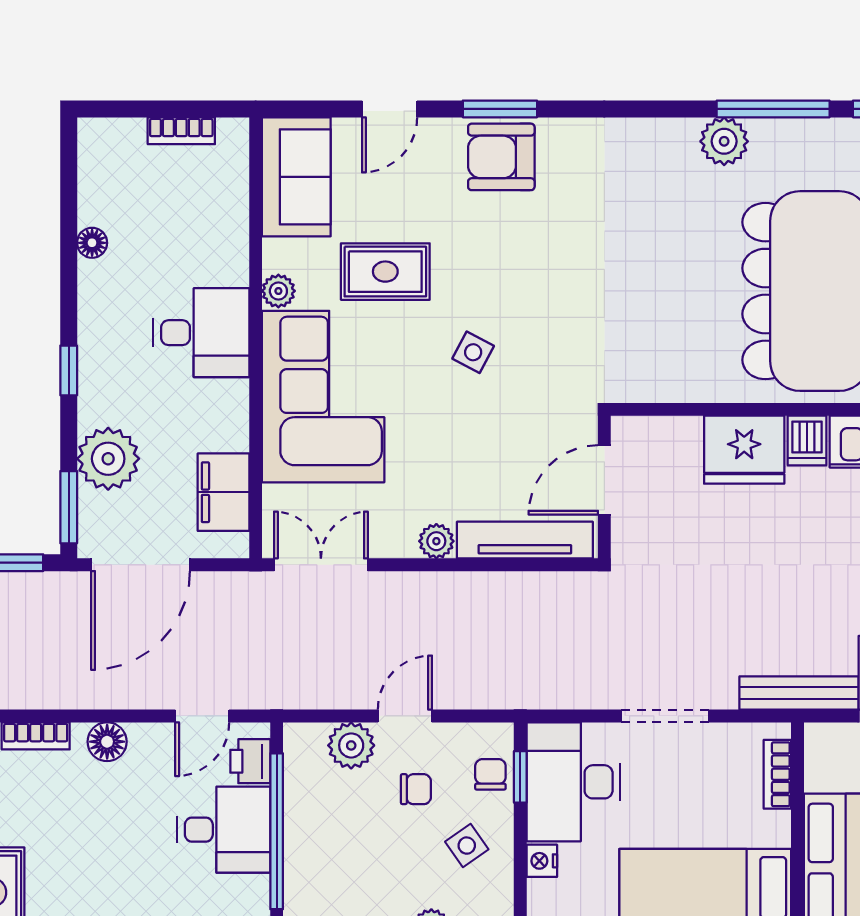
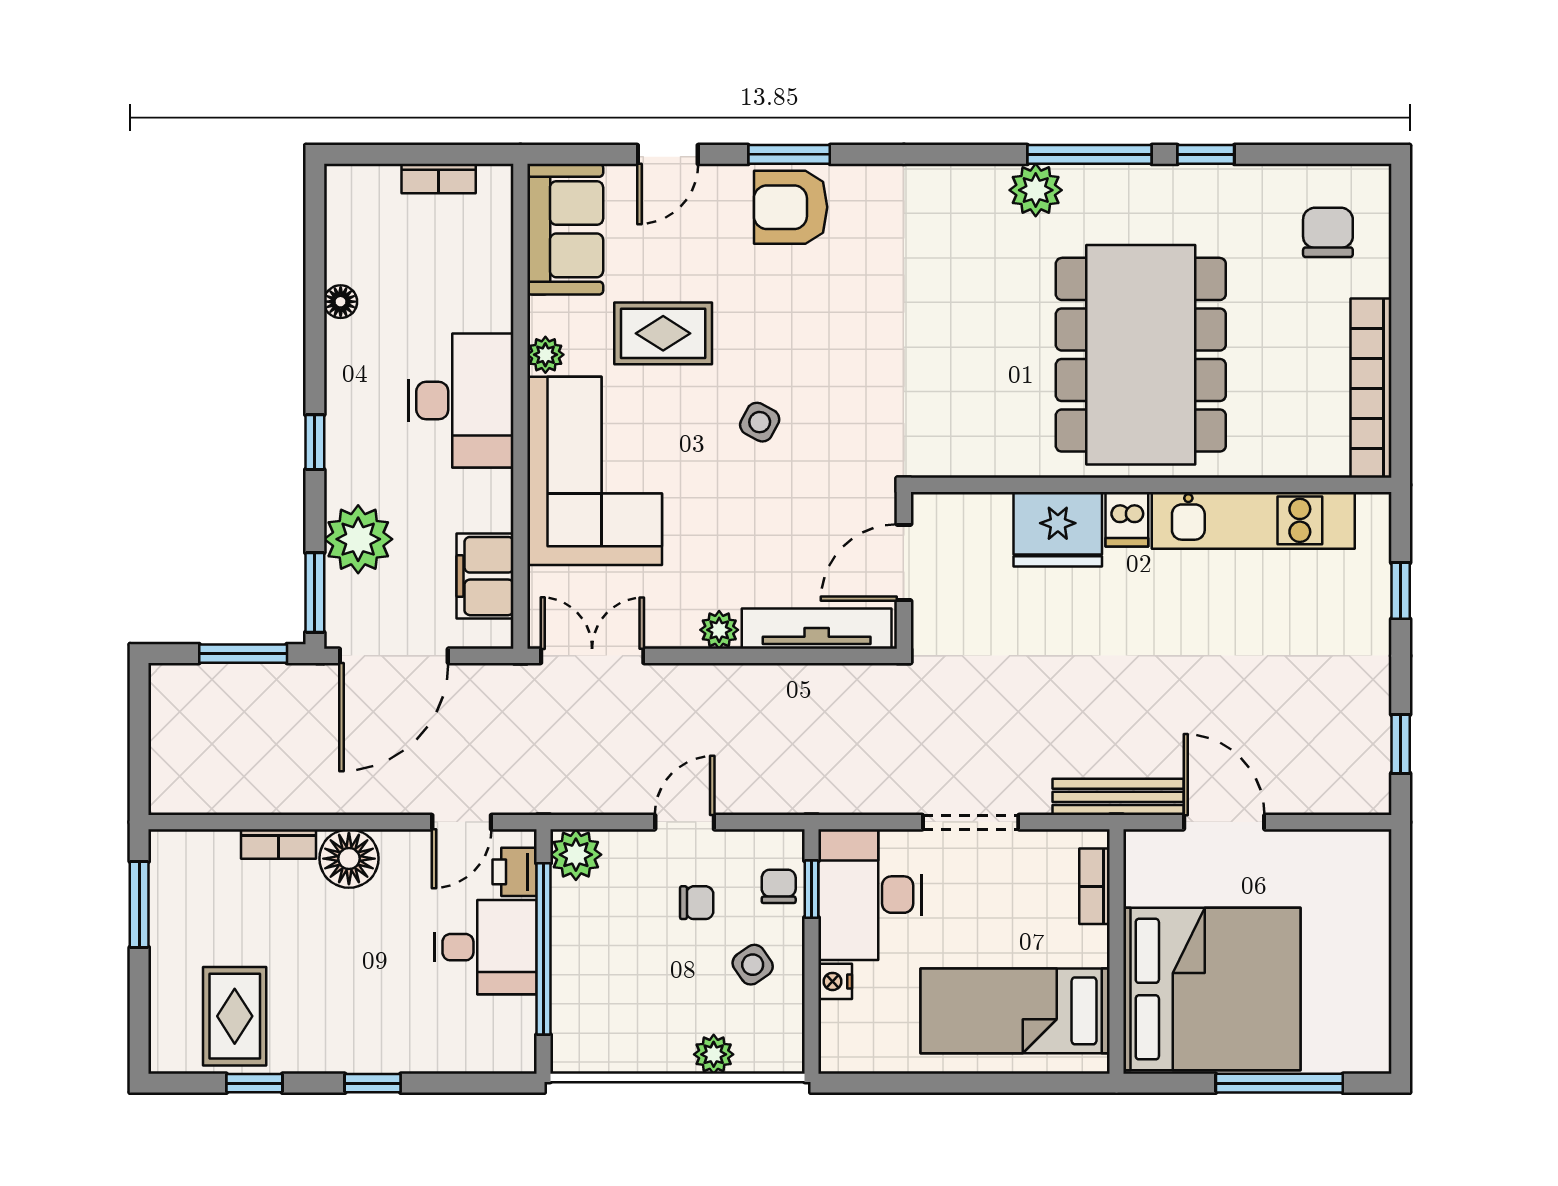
desk: (201, 333) -> (461, 401), width x1.37
floor lamp: (107, 742) -> (349, 859), width x1.38, depth x1.38
plant: (351, 745) -> (576, 855), moved

